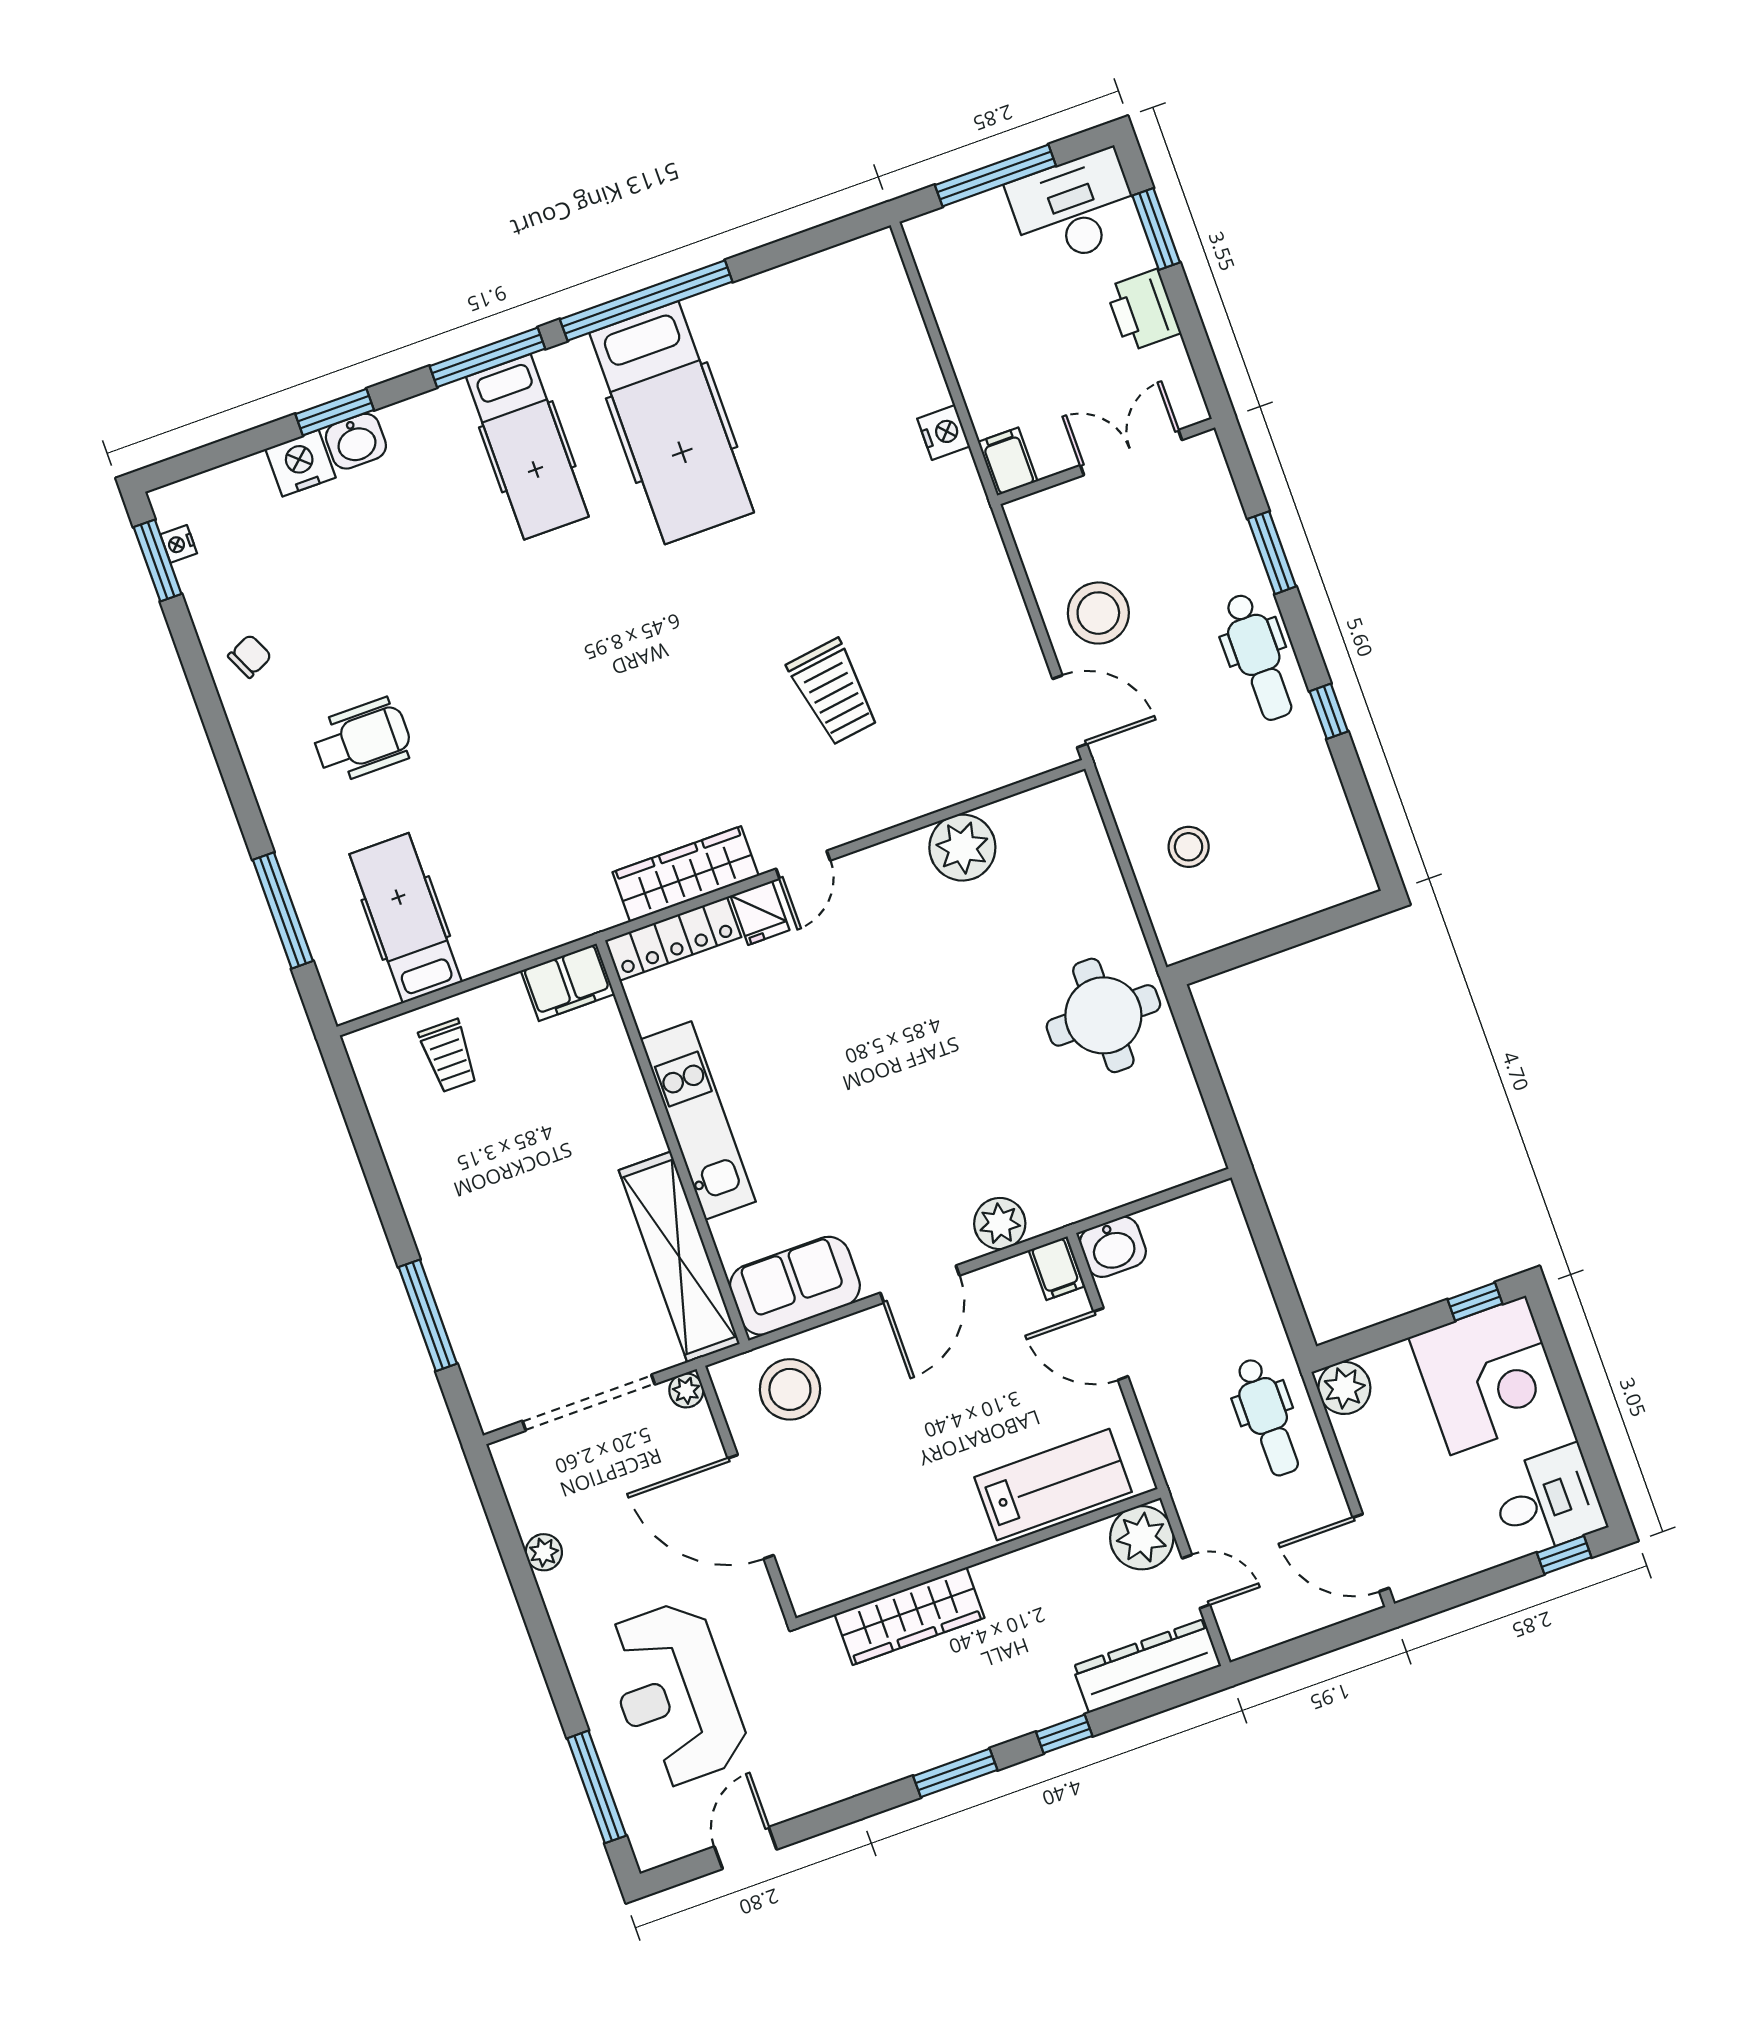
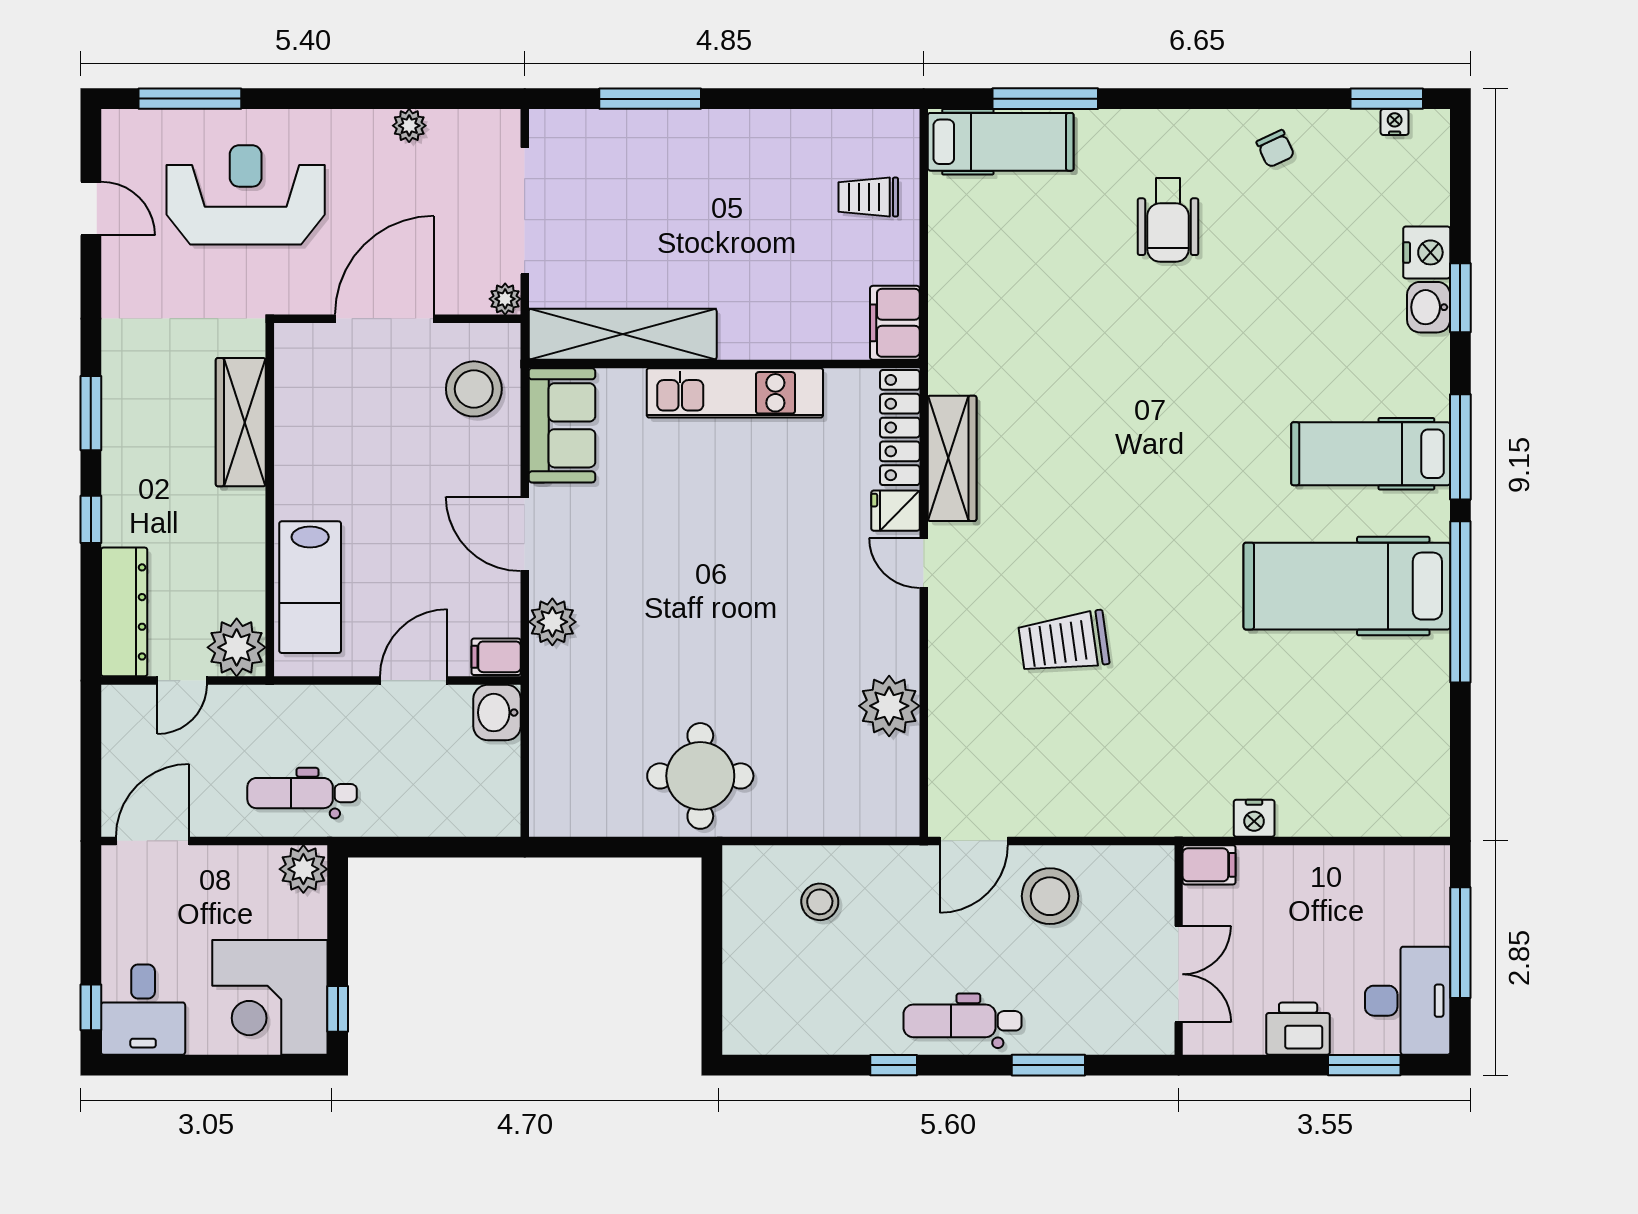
hospital bed: (406, 918) -> (1001, 142), moved

